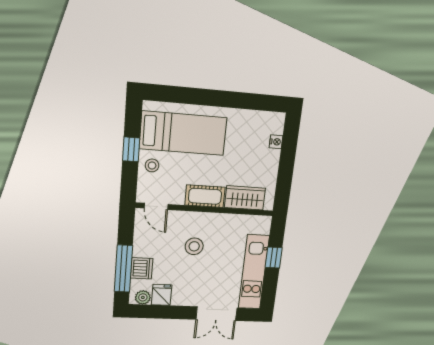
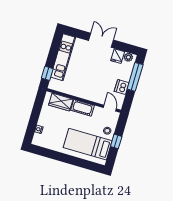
stool: (194, 246) -> (94, 81), removed
window: (274, 258) -> (47, 73), moved
dishwasher: (142, 268) -> (122, 87), moved
double door: (216, 314) -> (101, 40), moved

